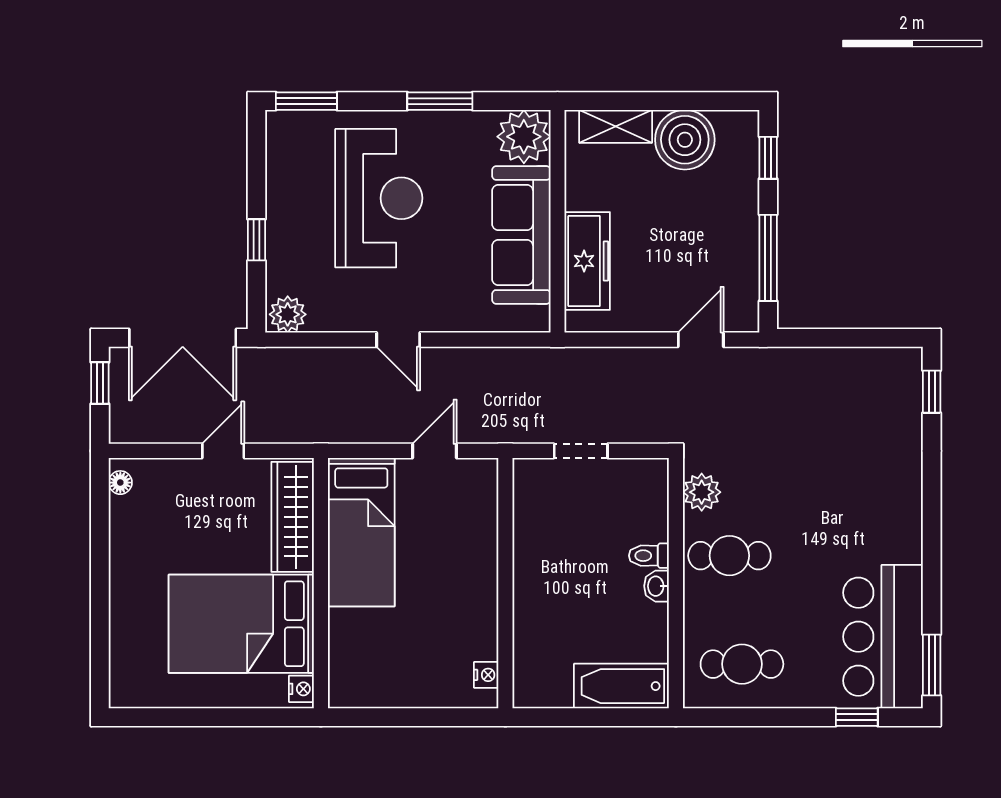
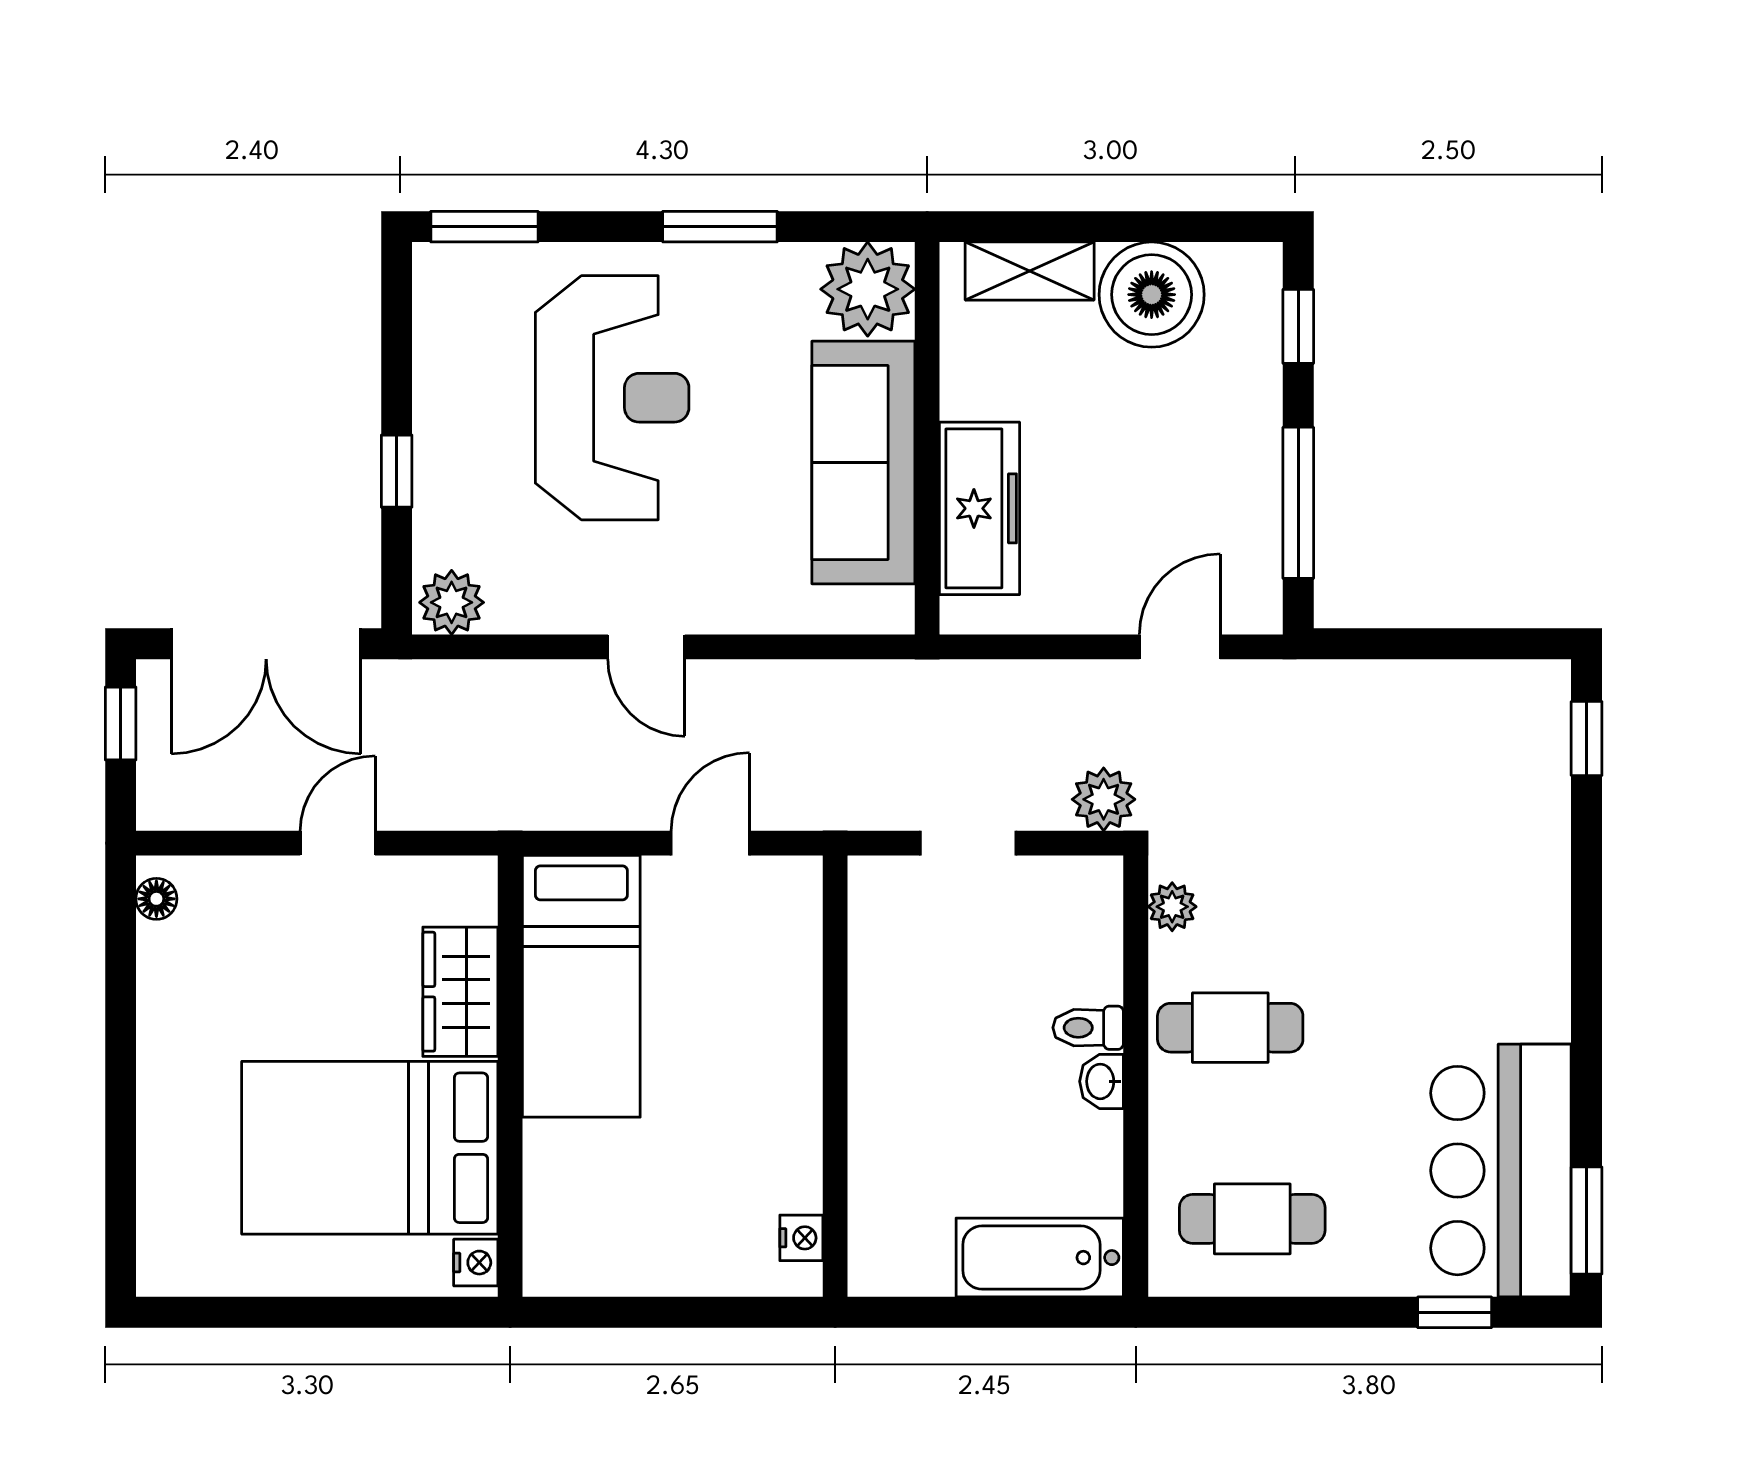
plant: (658, 426) -> (1104, 799), added
plant: (702, 492) -> (1172, 907), width x0.73, depth x0.73
wardrobe: (293, 517) -> (460, 992), width x0.67

